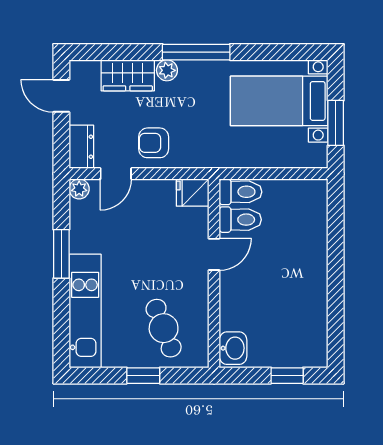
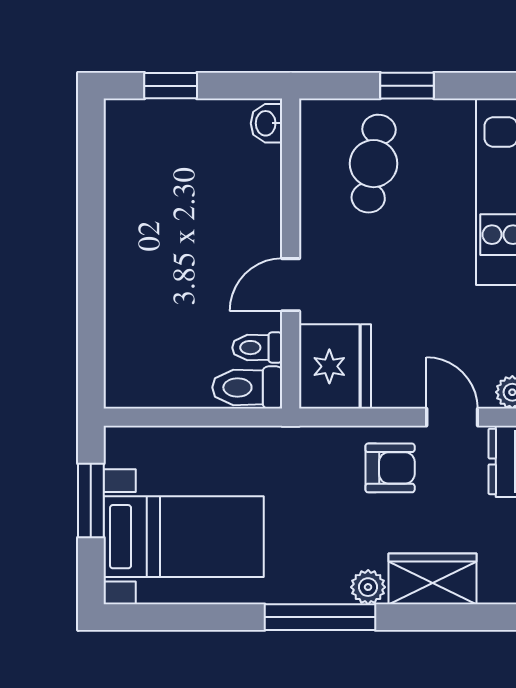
door: (116, 174) -> (452, 417), hinge flipped
fridge: (193, 193) -> (335, 366), width x1.88, depth x1.34
toilet: (240, 220) -> (257, 348), width x0.73, depth x0.72
cafe table: (164, 328) -> (374, 164), turned 30
washbasin: (233, 348) -> (267, 123), width x0.72, depth x0.69

